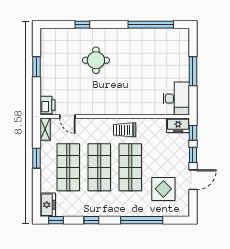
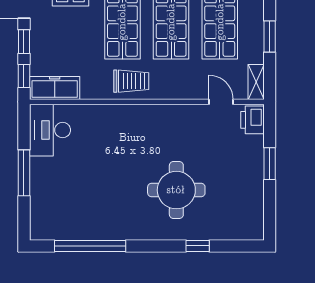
round table: (96, 60) -> (176, 190), width x1.36, depth x1.36
window: (37, 67) -> (270, 164), moved
freezer: (178, 125) -> (55, 88), width x1.40

